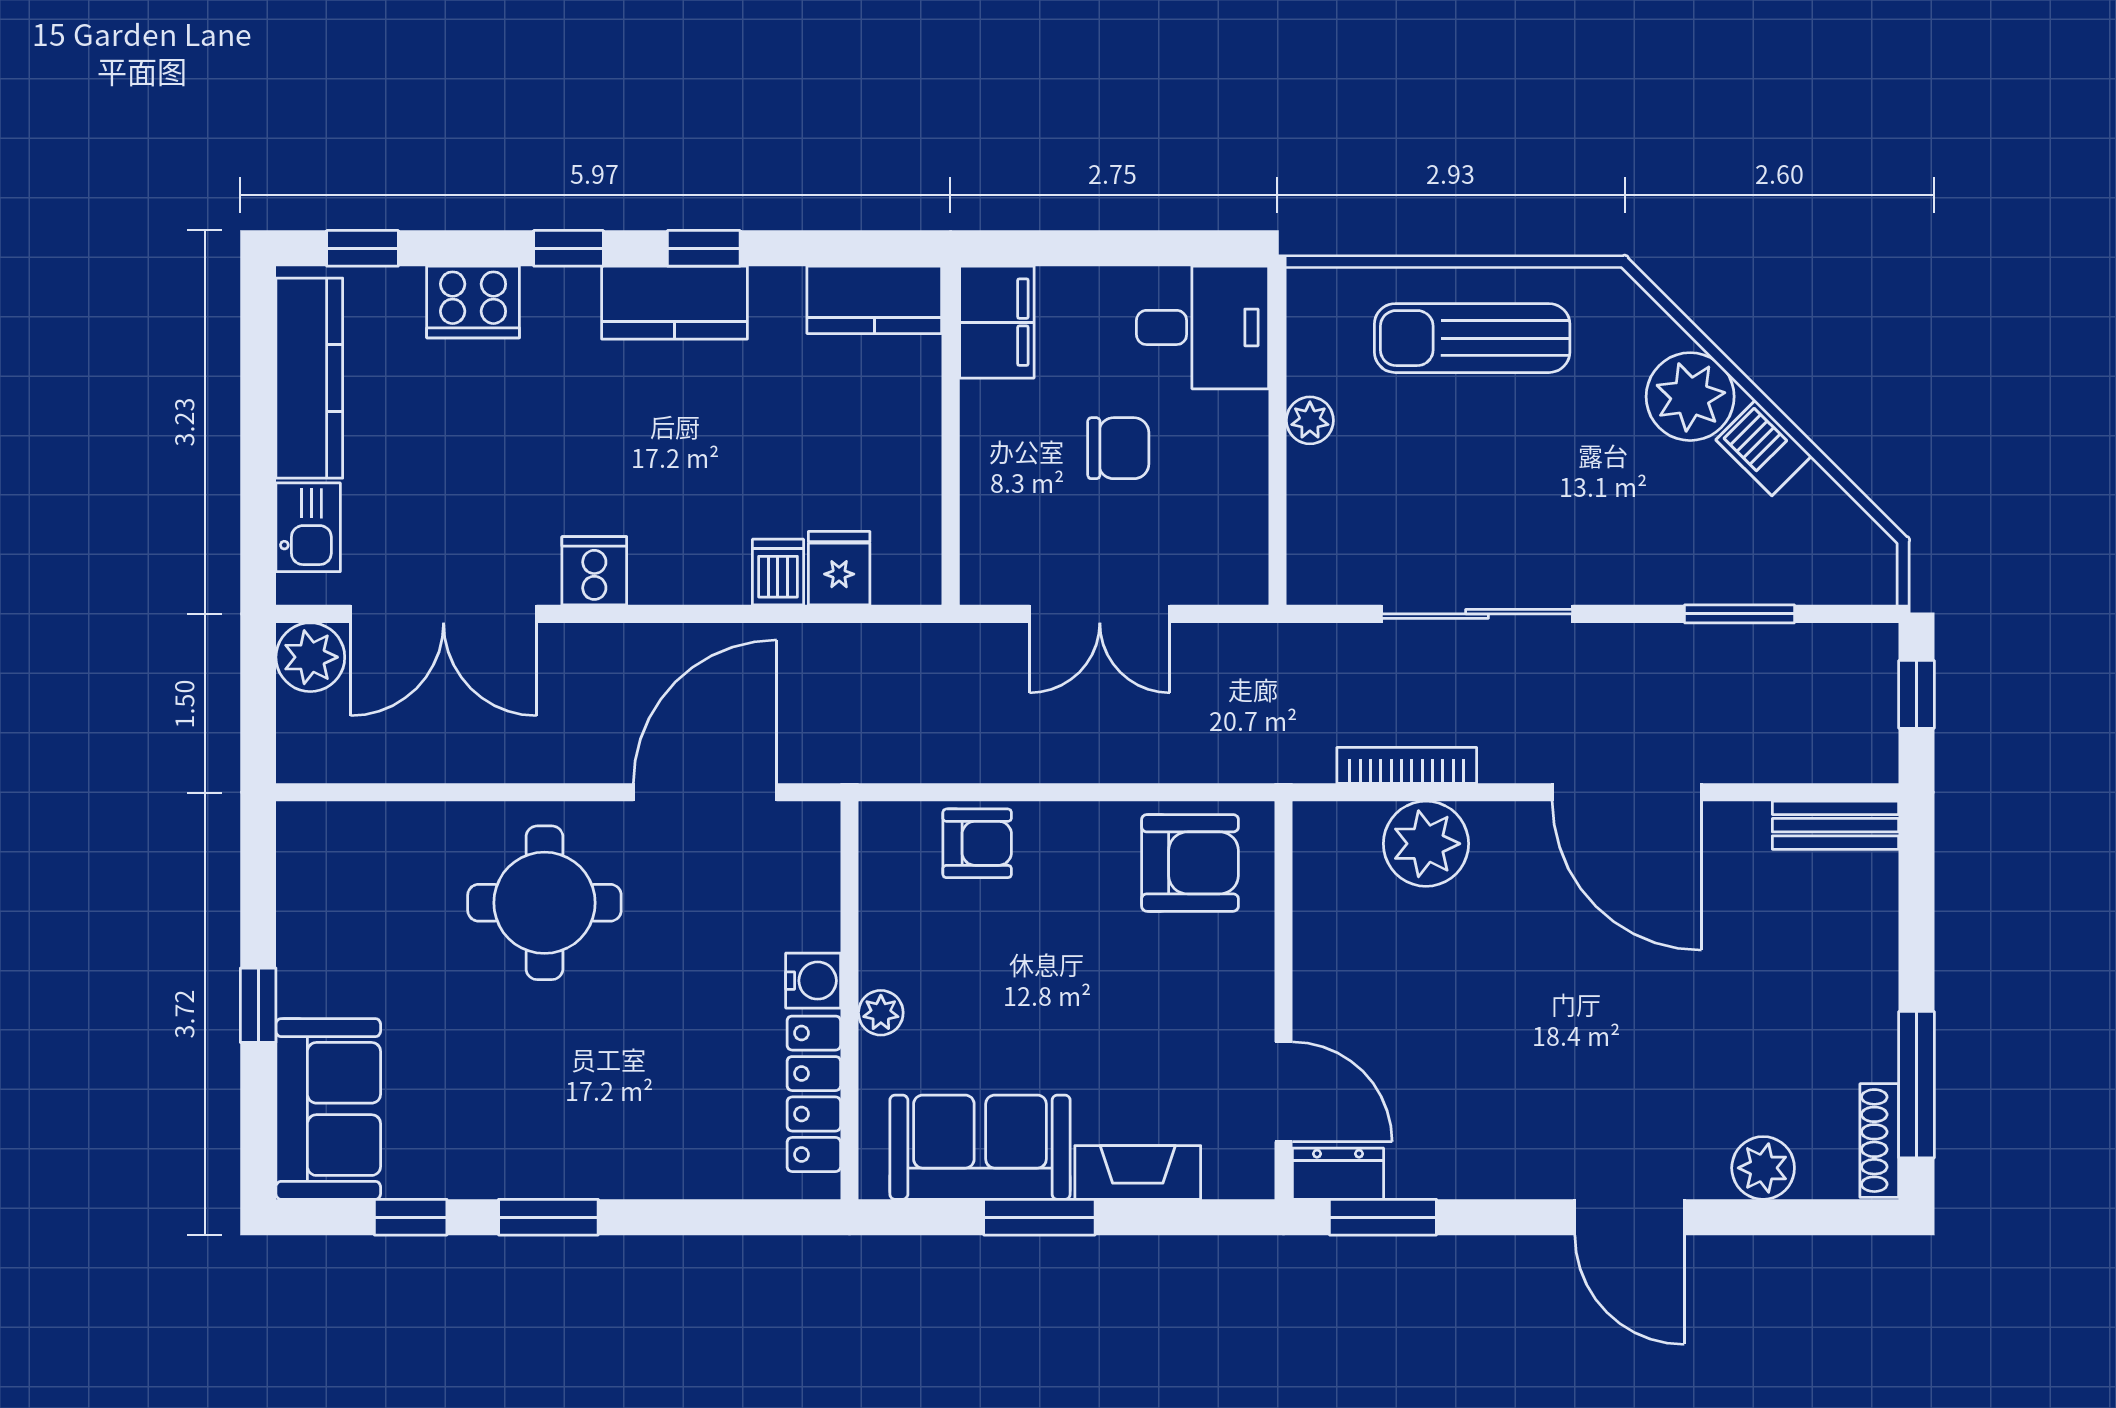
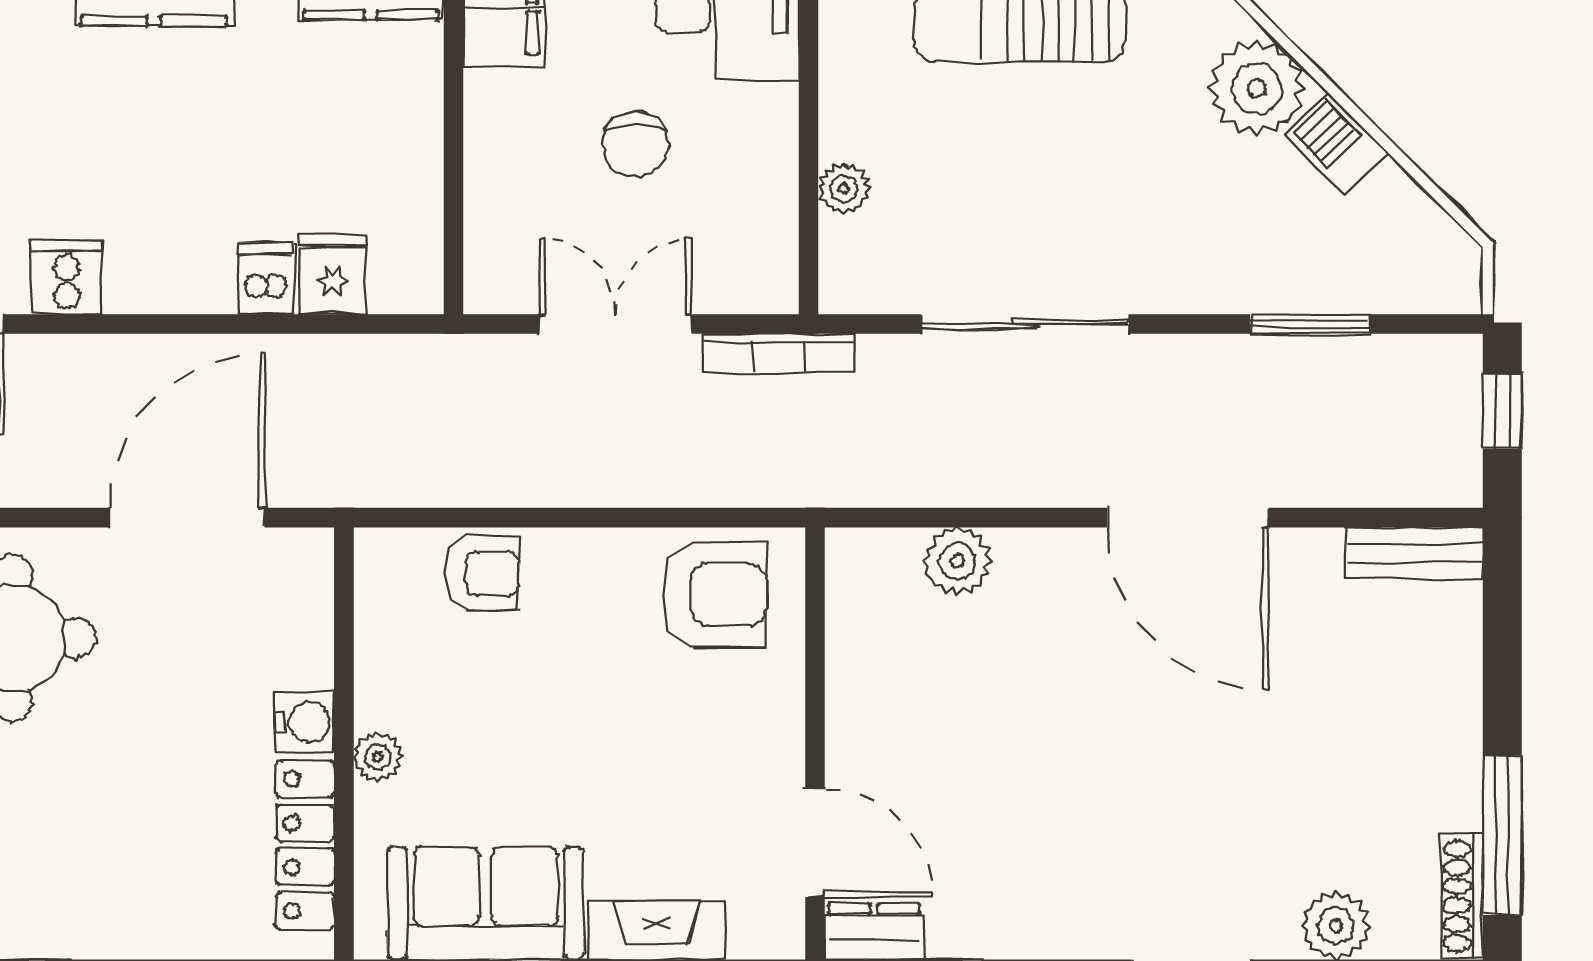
plant: (1310, 420) -> (844, 189), moved
chair: (1118, 448) -> (636, 144), turned 90
double door: (1100, 614) -> (616, 324), swing flipped
bookcase: (1407, 765) -> (779, 353), moved, turned 180
plant: (1426, 844) -> (957, 561), width x0.73, depth x0.73

